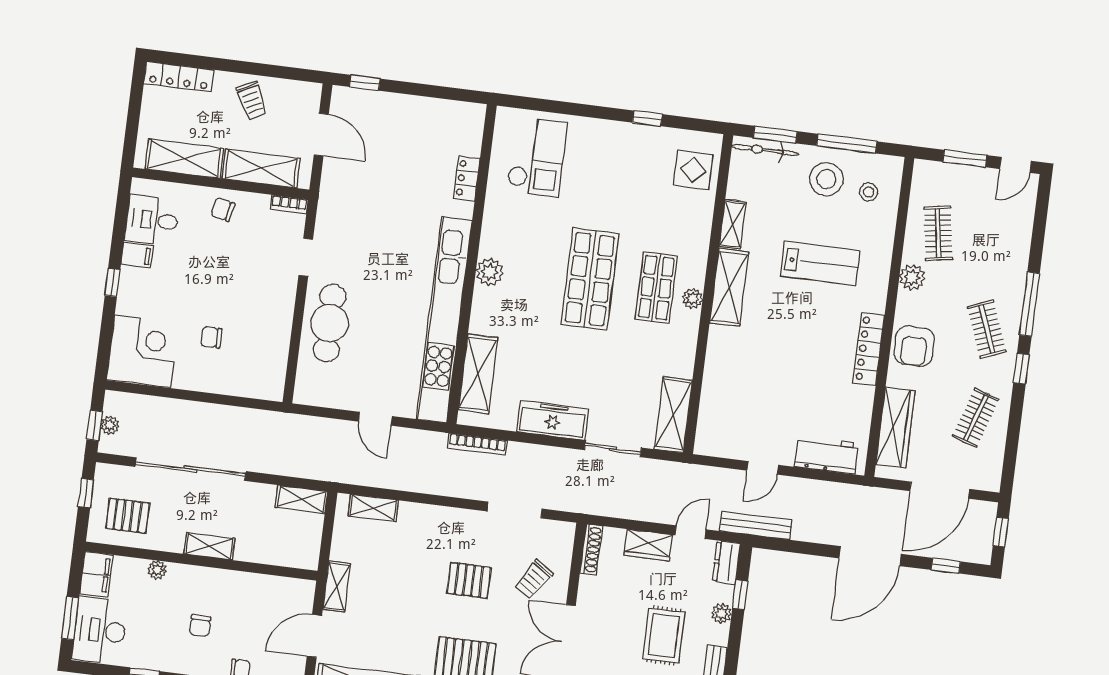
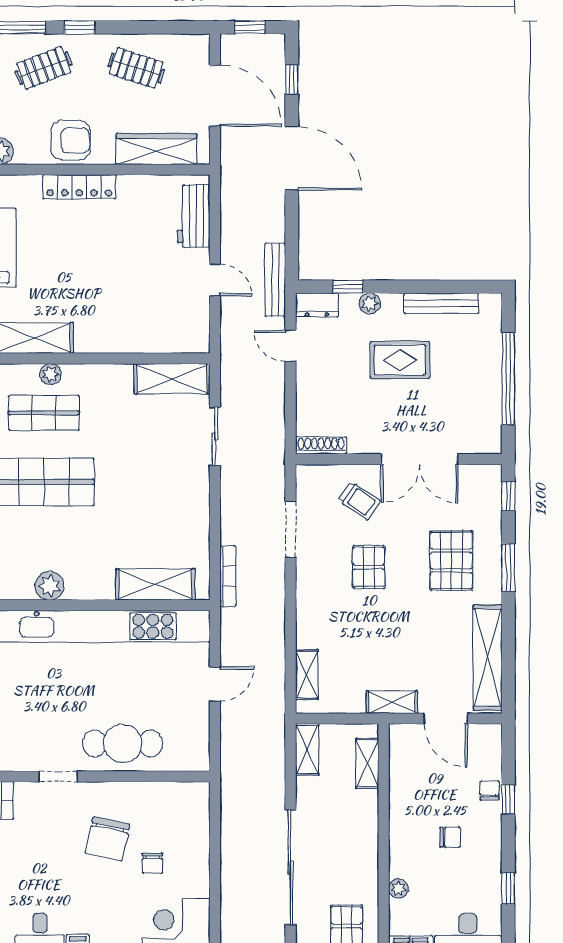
chair: (223, 209) -> (107, 839), moved, width x1.87, depth x1.87
freezer: (553, 420) -> (193, 502), removed
wardrobe: (648, 545) -> (309, 388), removed
shelving: (209, 546) -> (367, 763), moved

